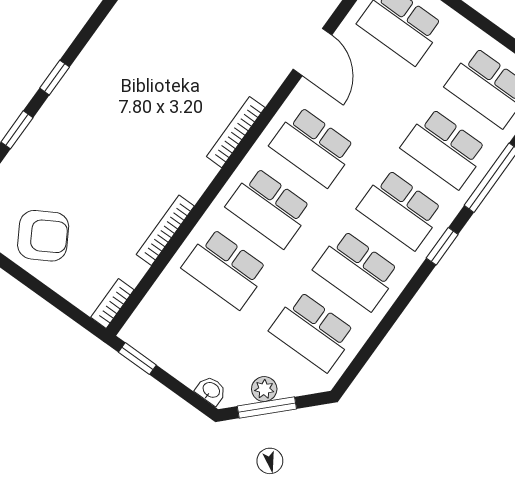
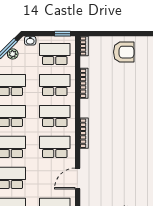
door: (312, 52) -> (78, 179), hinge flipped
armchair: (43, 236) -> (124, 52), turned -150
school desk: (181, 330) -> (55, 54), added

